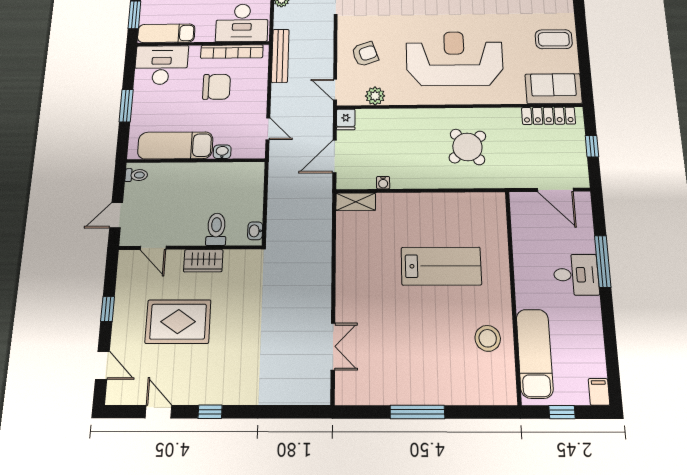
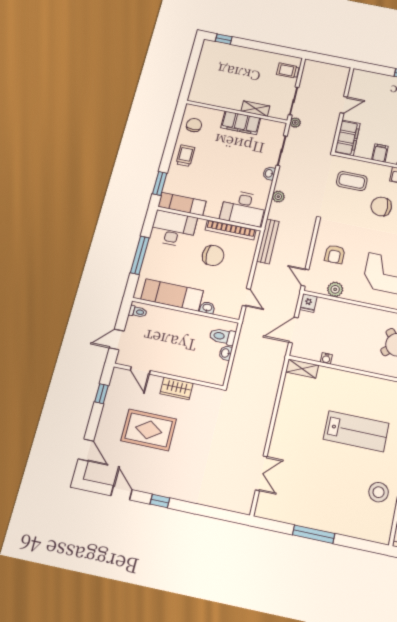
armchair: (365, 54) -> (335, 254), turned 109
window: (126, 106) -> (140, 255), width x1.44
toilet: (216, 229) -> (223, 336), moved, turned -90
washbasin: (255, 231) -> (226, 353), moved
window: (108, 309) -> (102, 394), moved

